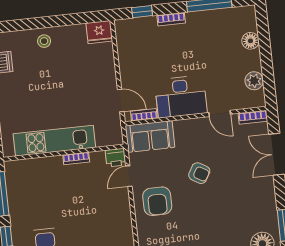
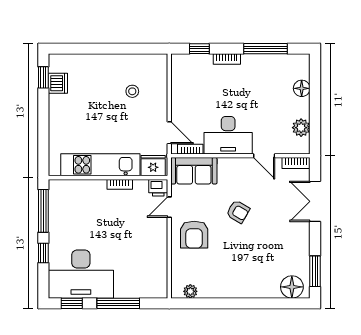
fridge: (99, 32) -> (153, 166), moved, turned 180
stool: (44, 41) -> (132, 91), moved

